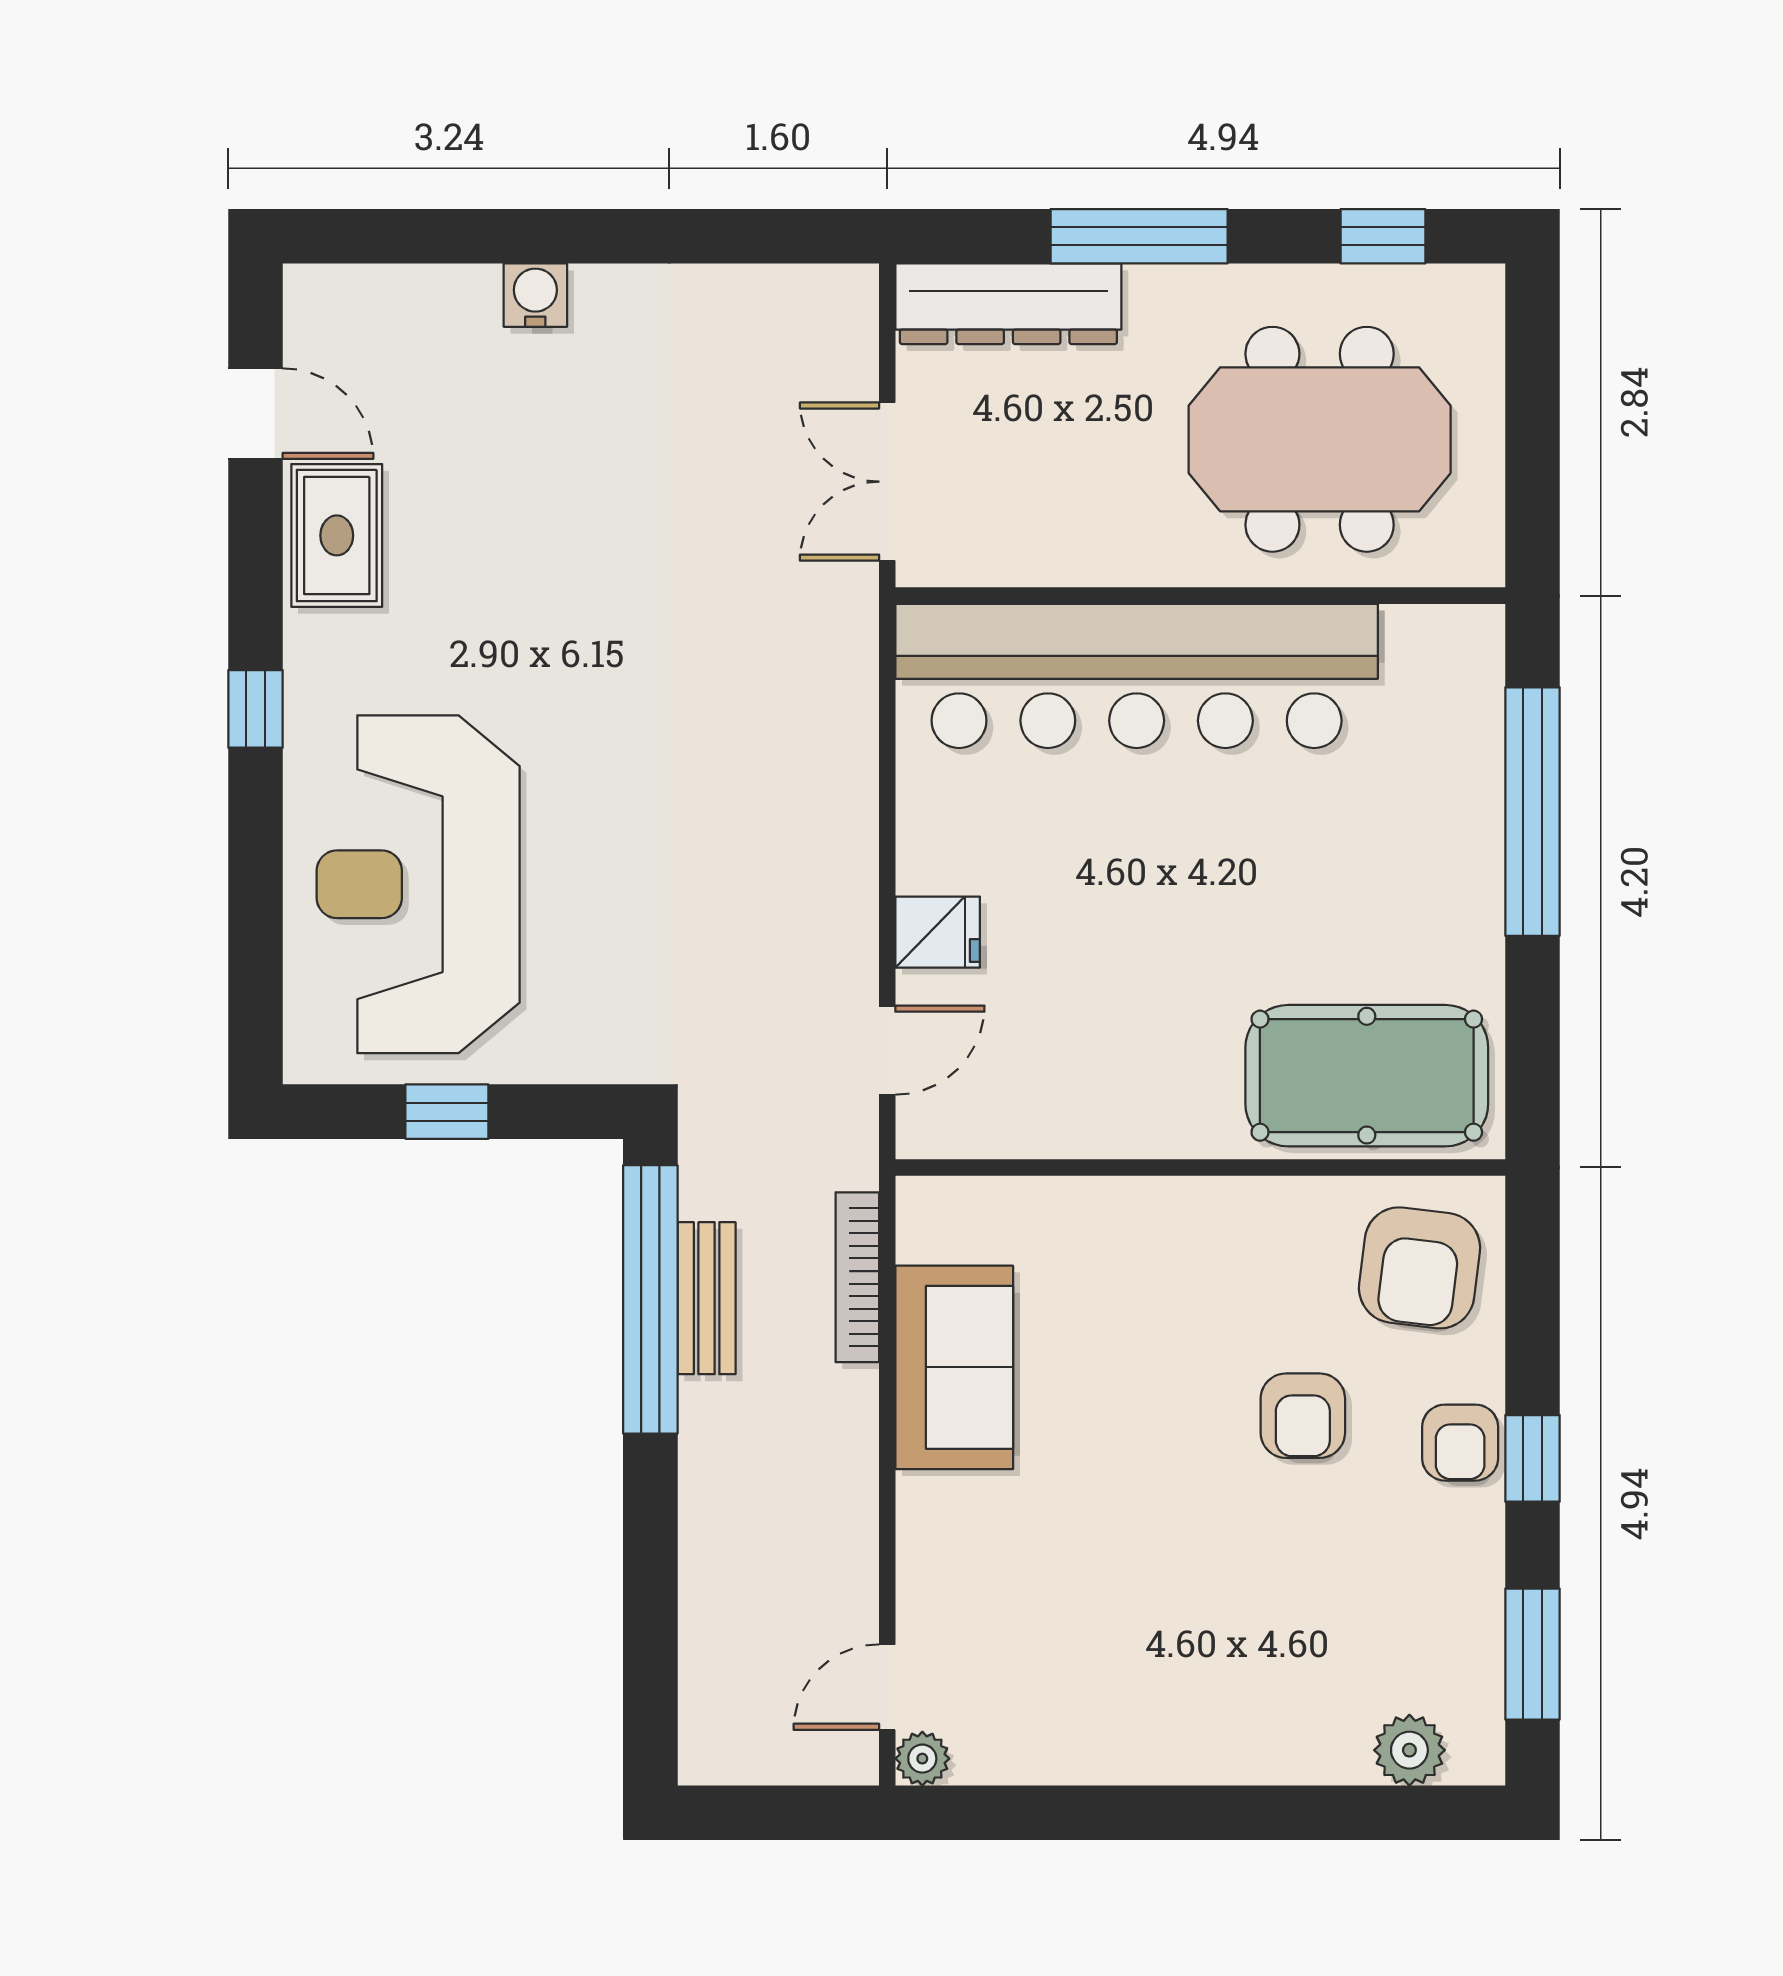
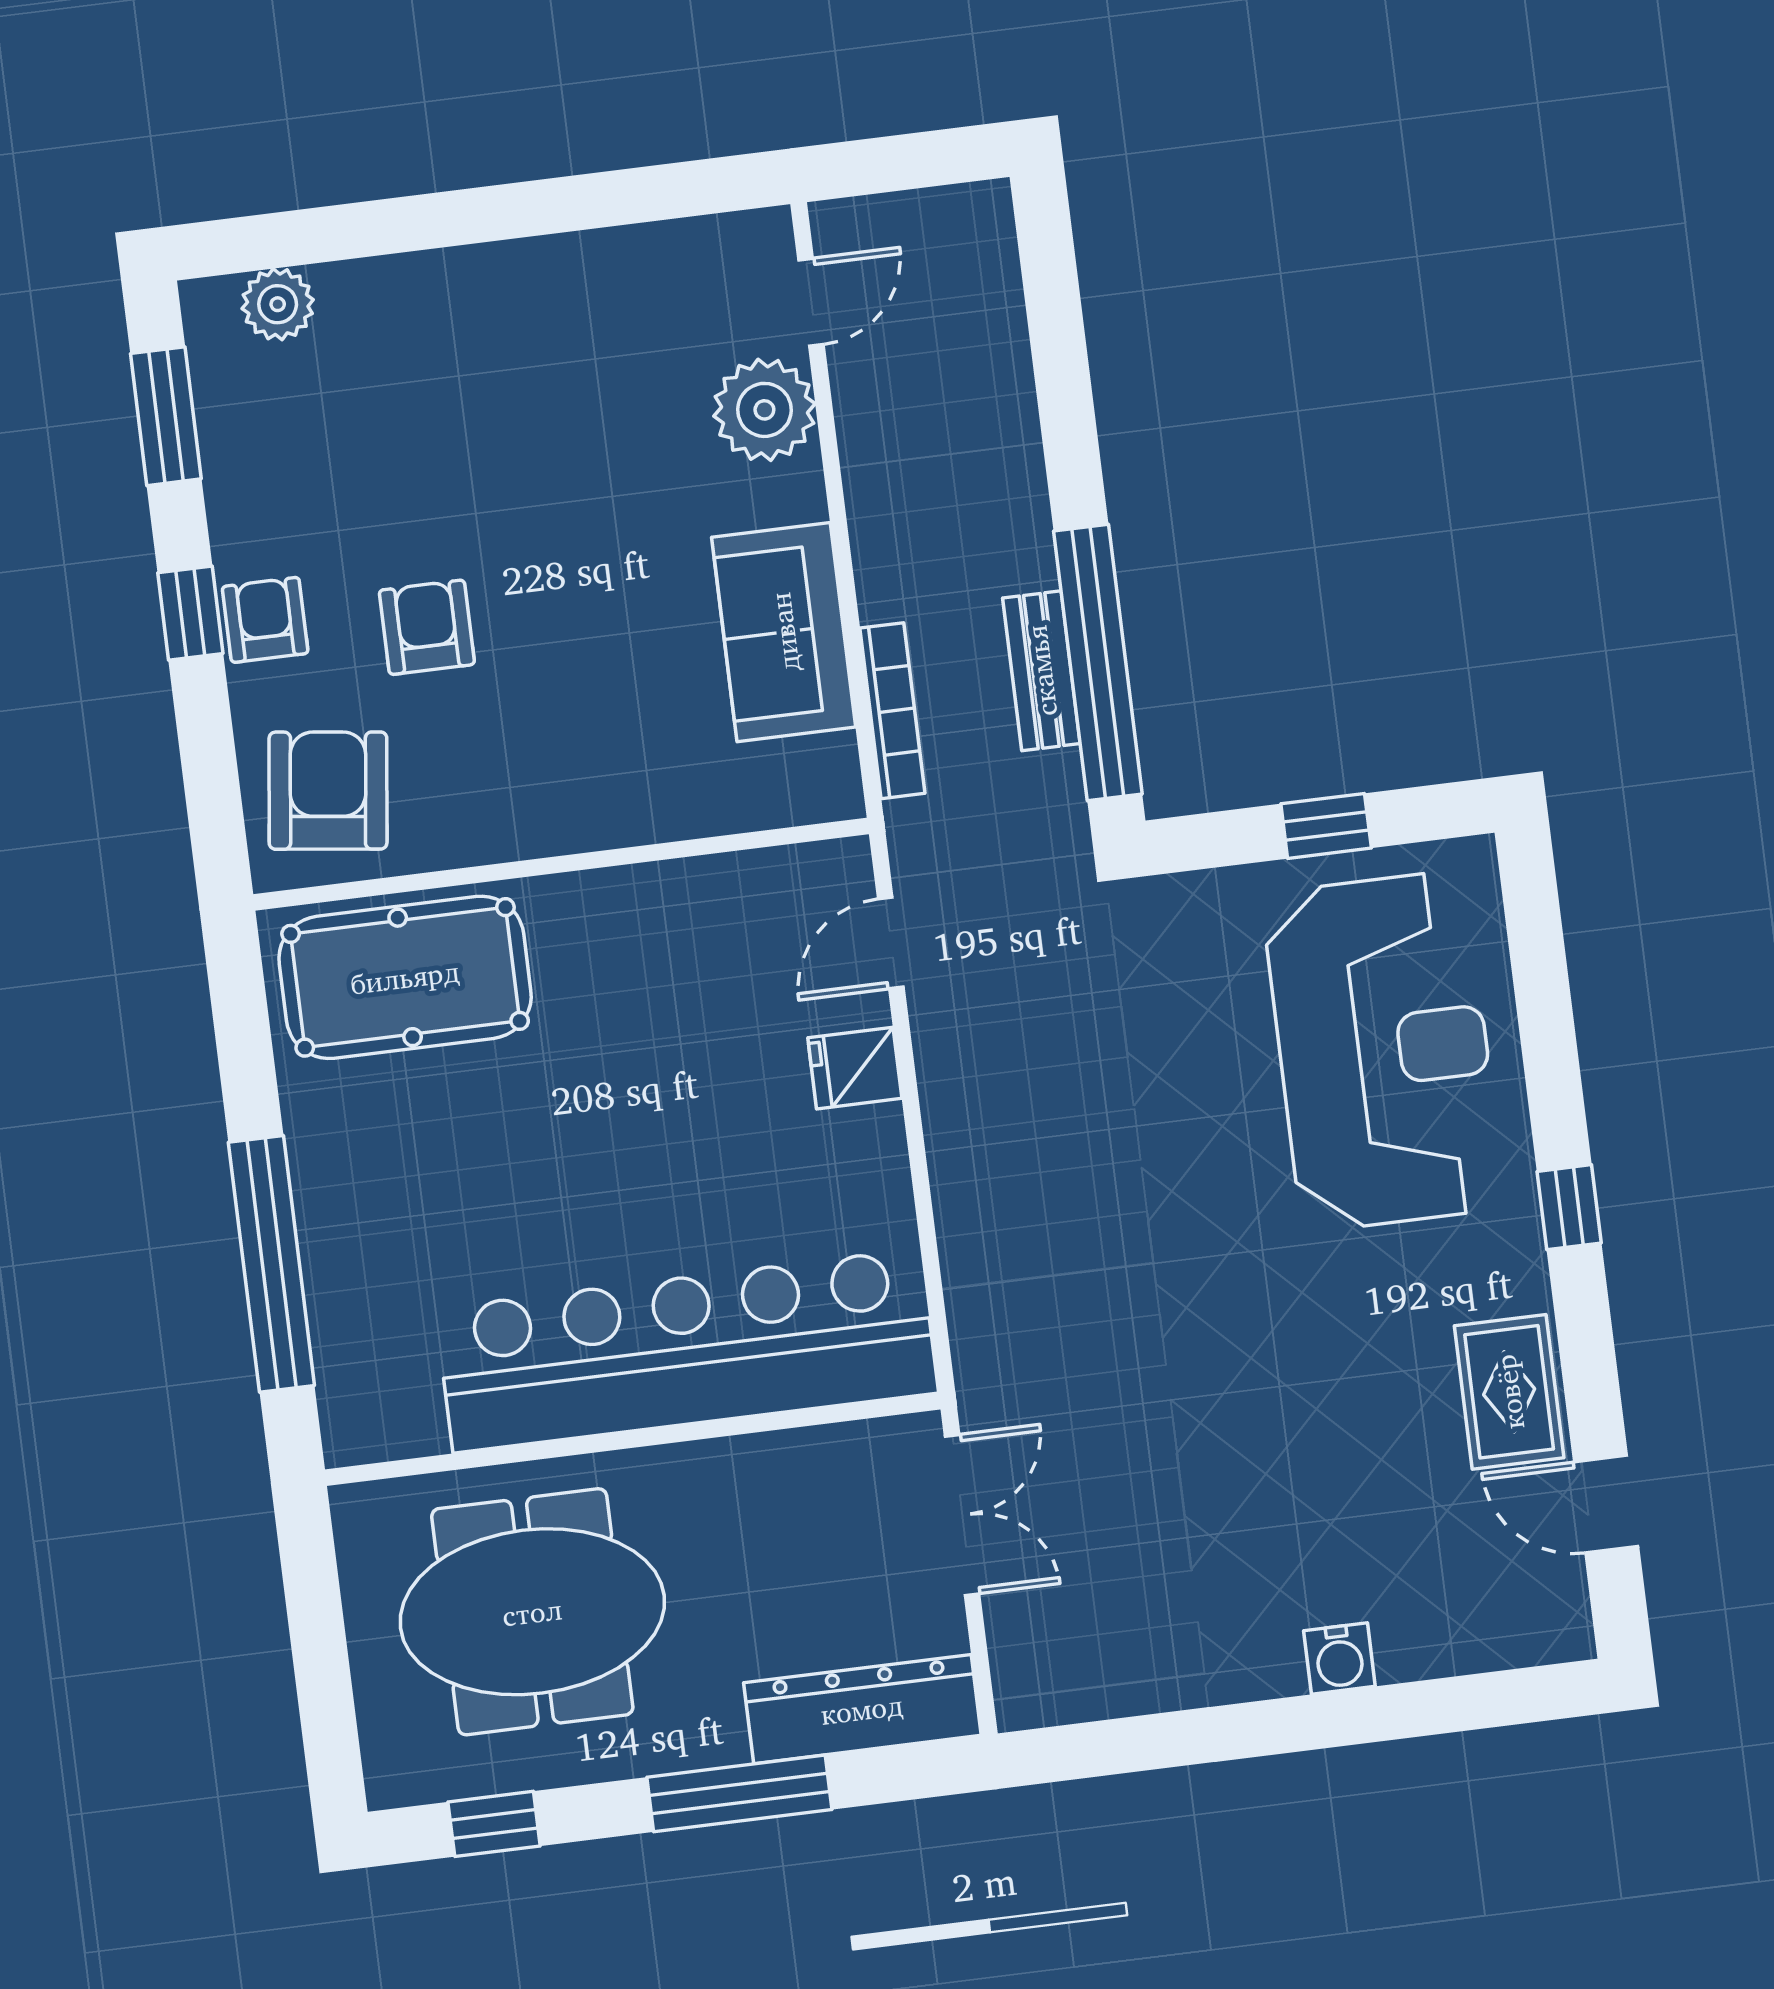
plant: (922, 1759) -> (764, 410), moved, width x1.87, depth x1.87

